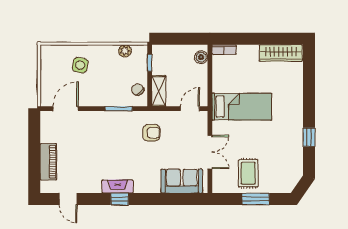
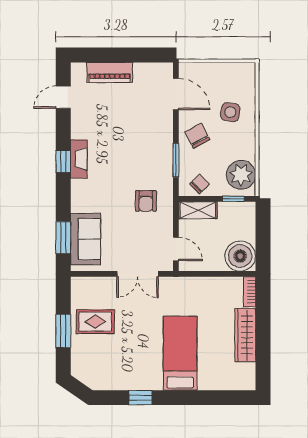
plant: (125, 51) -> (241, 175), width x1.88, depth x1.88
wardrobe: (281, 53) -> (245, 335), moved
boiler: (201, 57) -> (240, 256), width x1.86, depth x1.86
chair: (99, 92) -> (197, 136), added
bed: (242, 107) -> (180, 353), moved, turned 180
double door: (210, 152) -> (138, 274), moved
window: (181, 199) -> (63, 238), added

